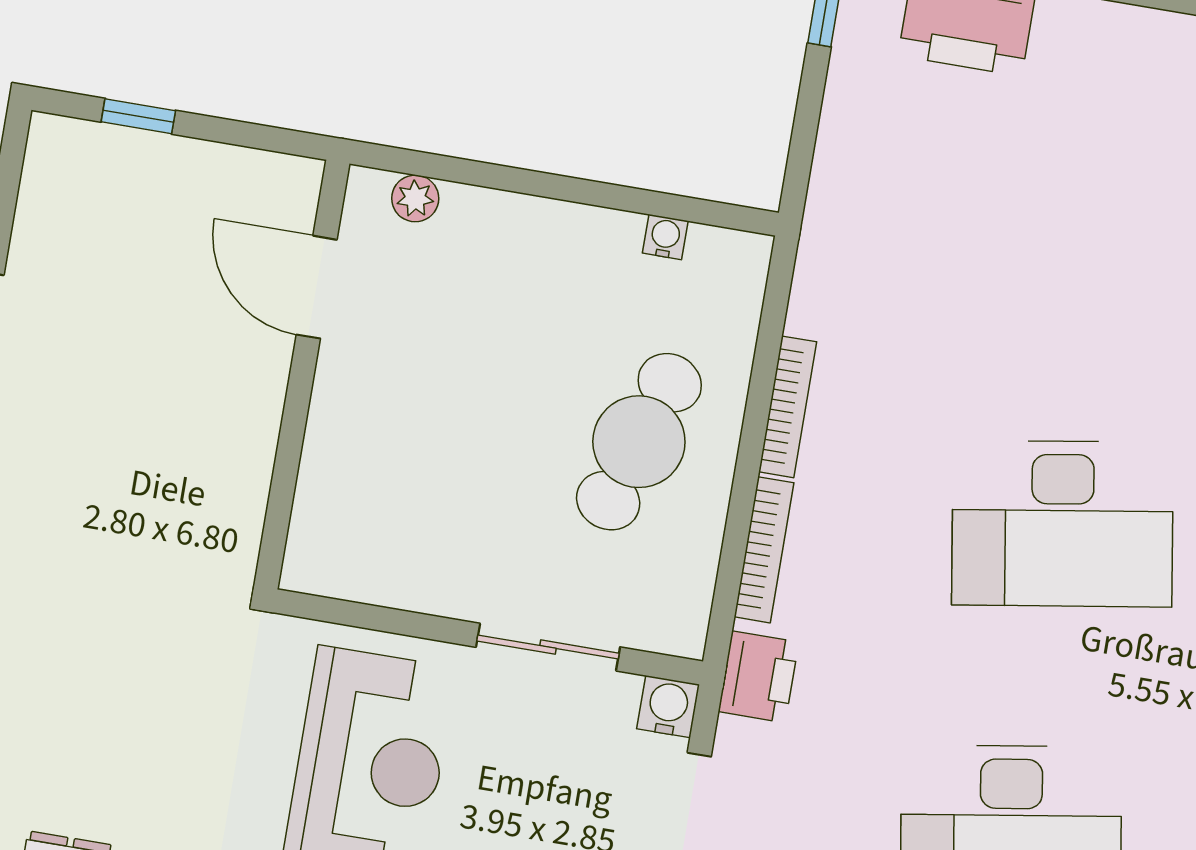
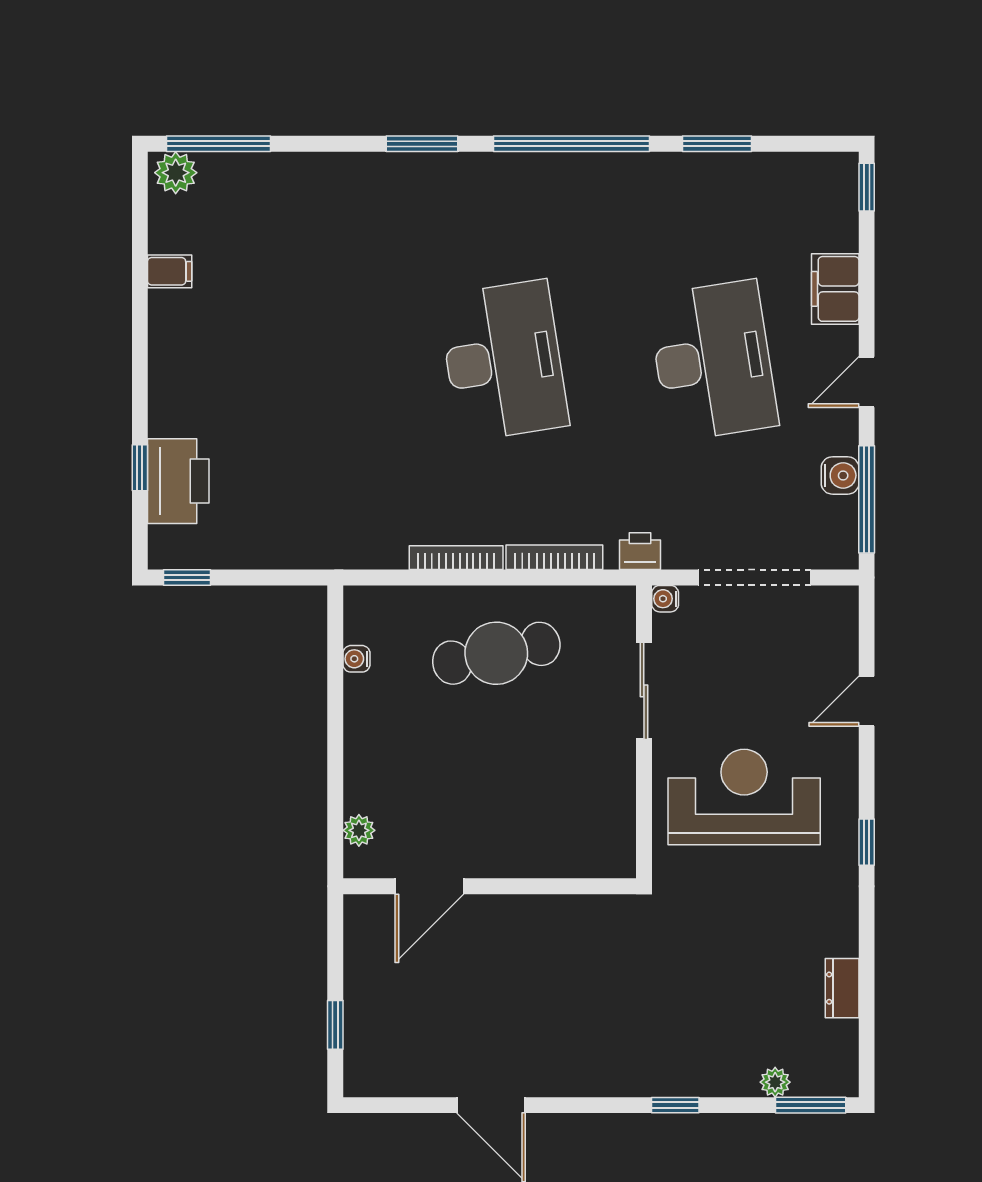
cafe table: (639, 442) -> (496, 653), turned -30
printer: (759, 677) -> (640, 551), width x0.73, depth x0.81
water cooler: (668, 707) -> (665, 599), width x0.72, depth x0.72

